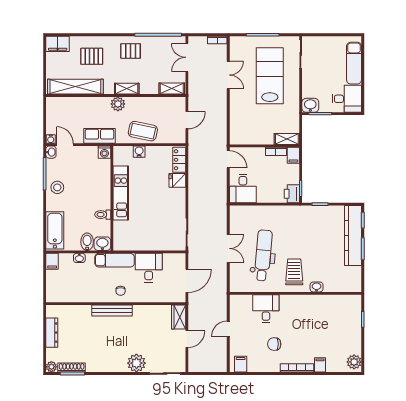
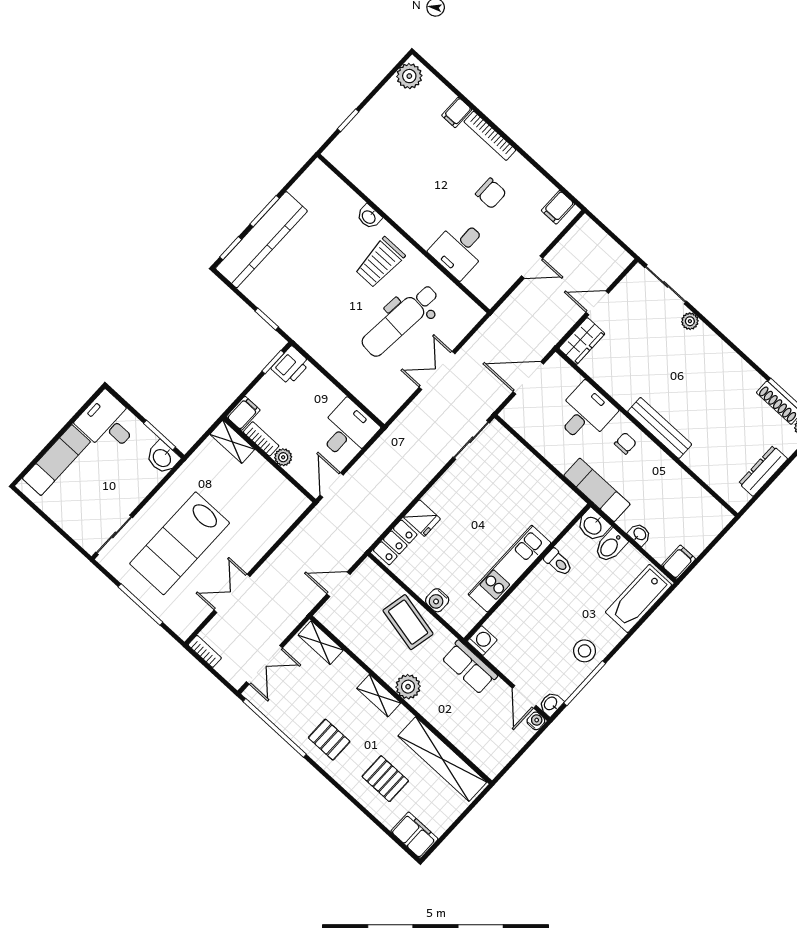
plant: (259, 152) -> (283, 457), added
desk: (149, 268) -> (585, 413), moved, turned 180
plant: (136, 363) -> (690, 321), width x0.53, depth x0.53

